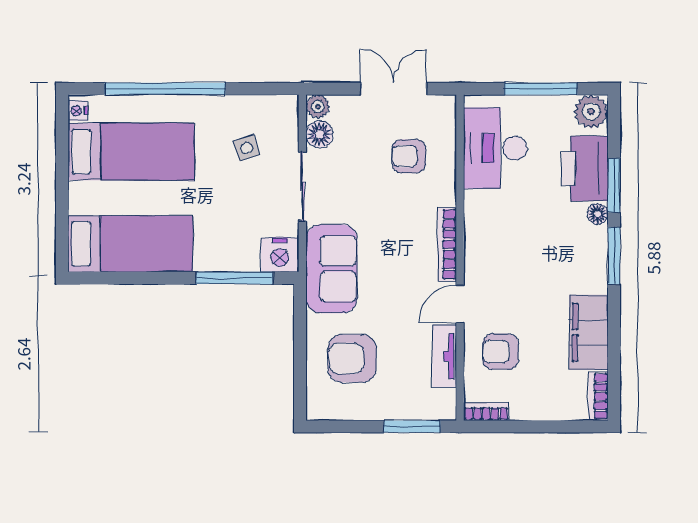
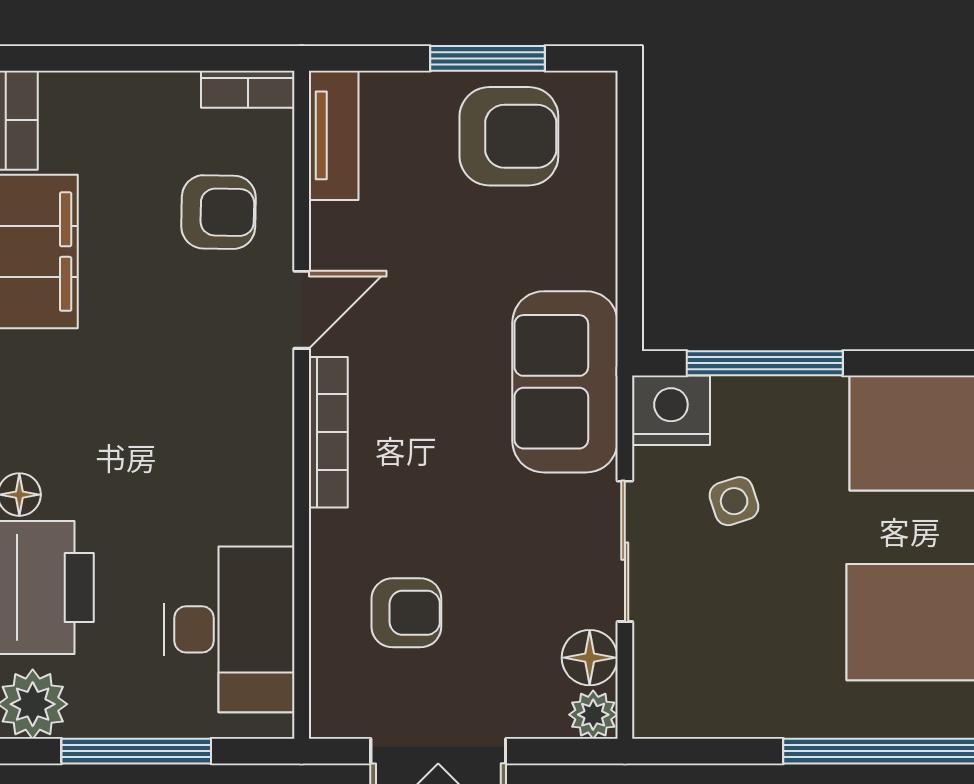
side table: (247, 148) -> (734, 501), moved
tv unit: (444, 356) -> (334, 135), moved
armchair: (352, 358) -> (509, 136), moved
window: (412, 427) -> (488, 58), moved

